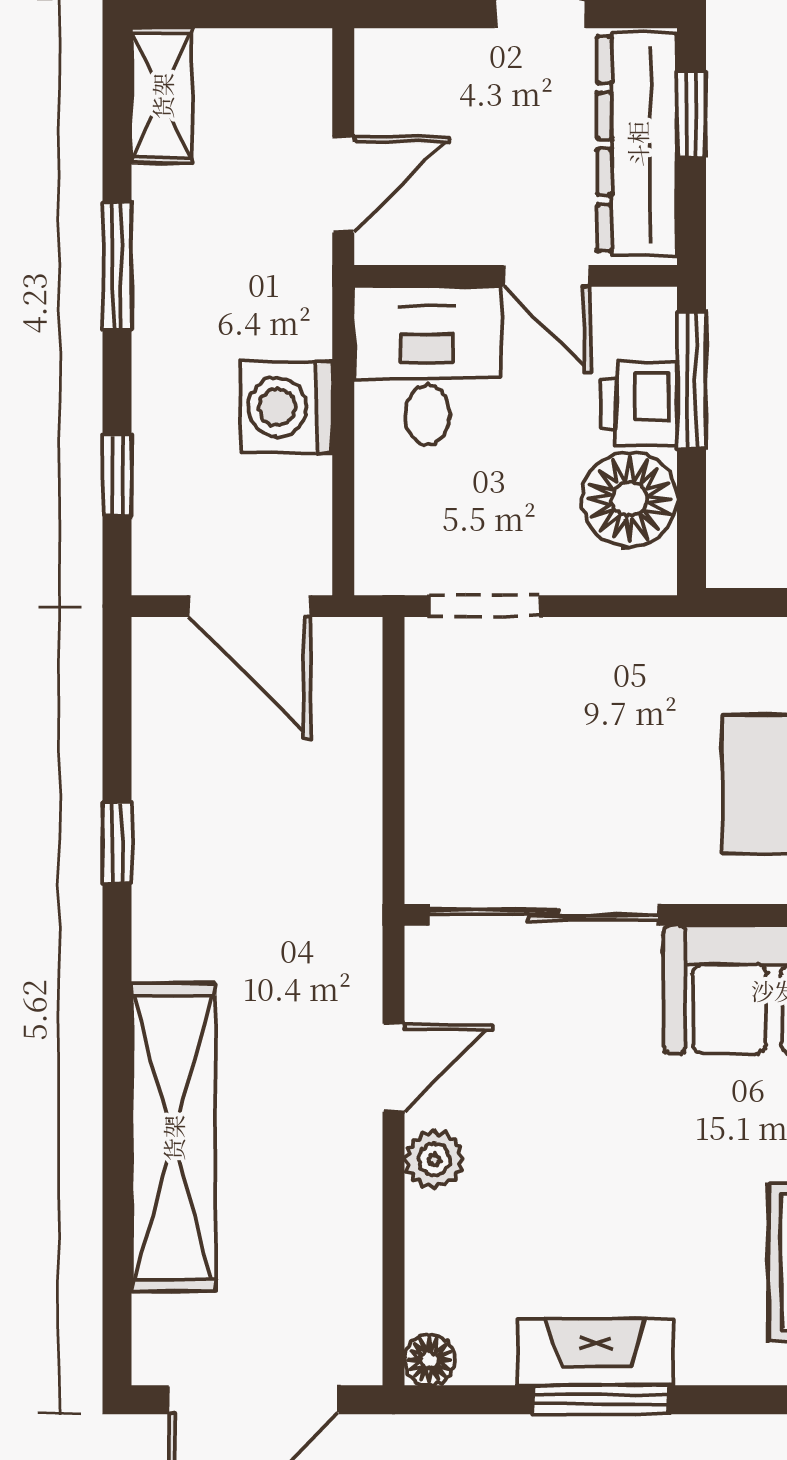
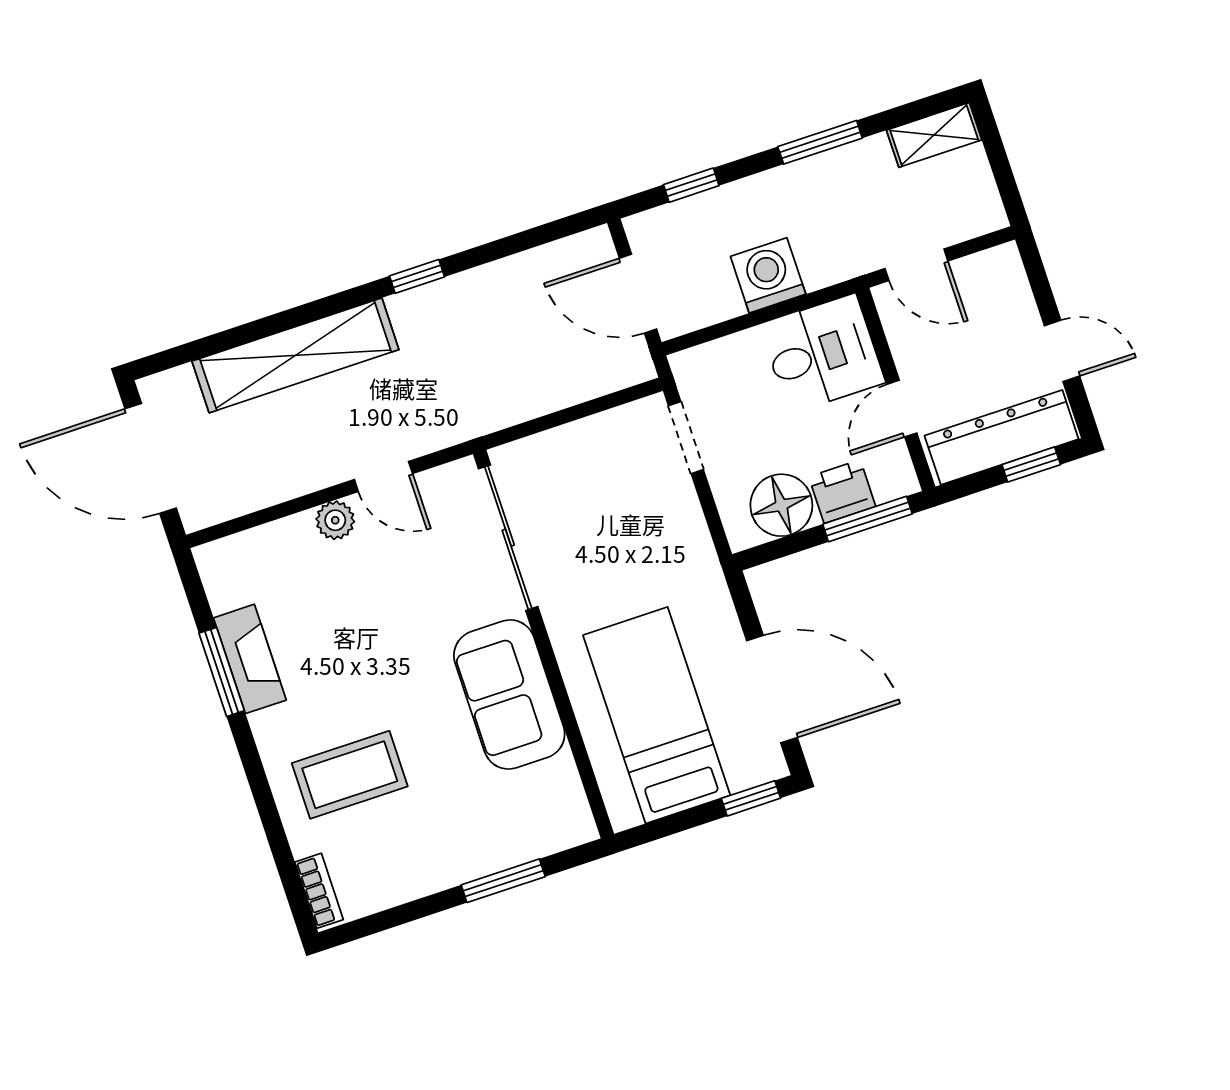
door: (250, 606) -> (638, 294), hinge flipped
window: (117, 842) -> (417, 276), moved
floor lamp: (430, 1360) -> (211, 558), removed

